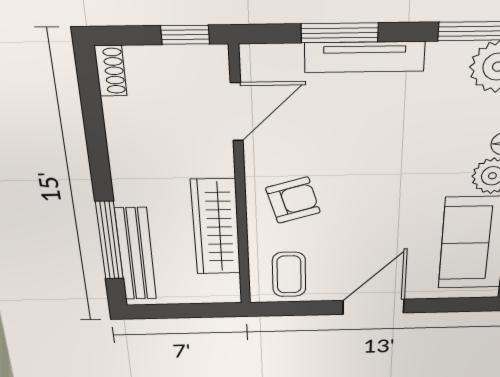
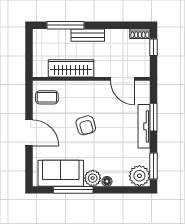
window: (185, 35) -> (154, 47), moved
armchair: (293, 200) -> (86, 125), moved
bench: (136, 254) -> (88, 35), moved, width x0.73

